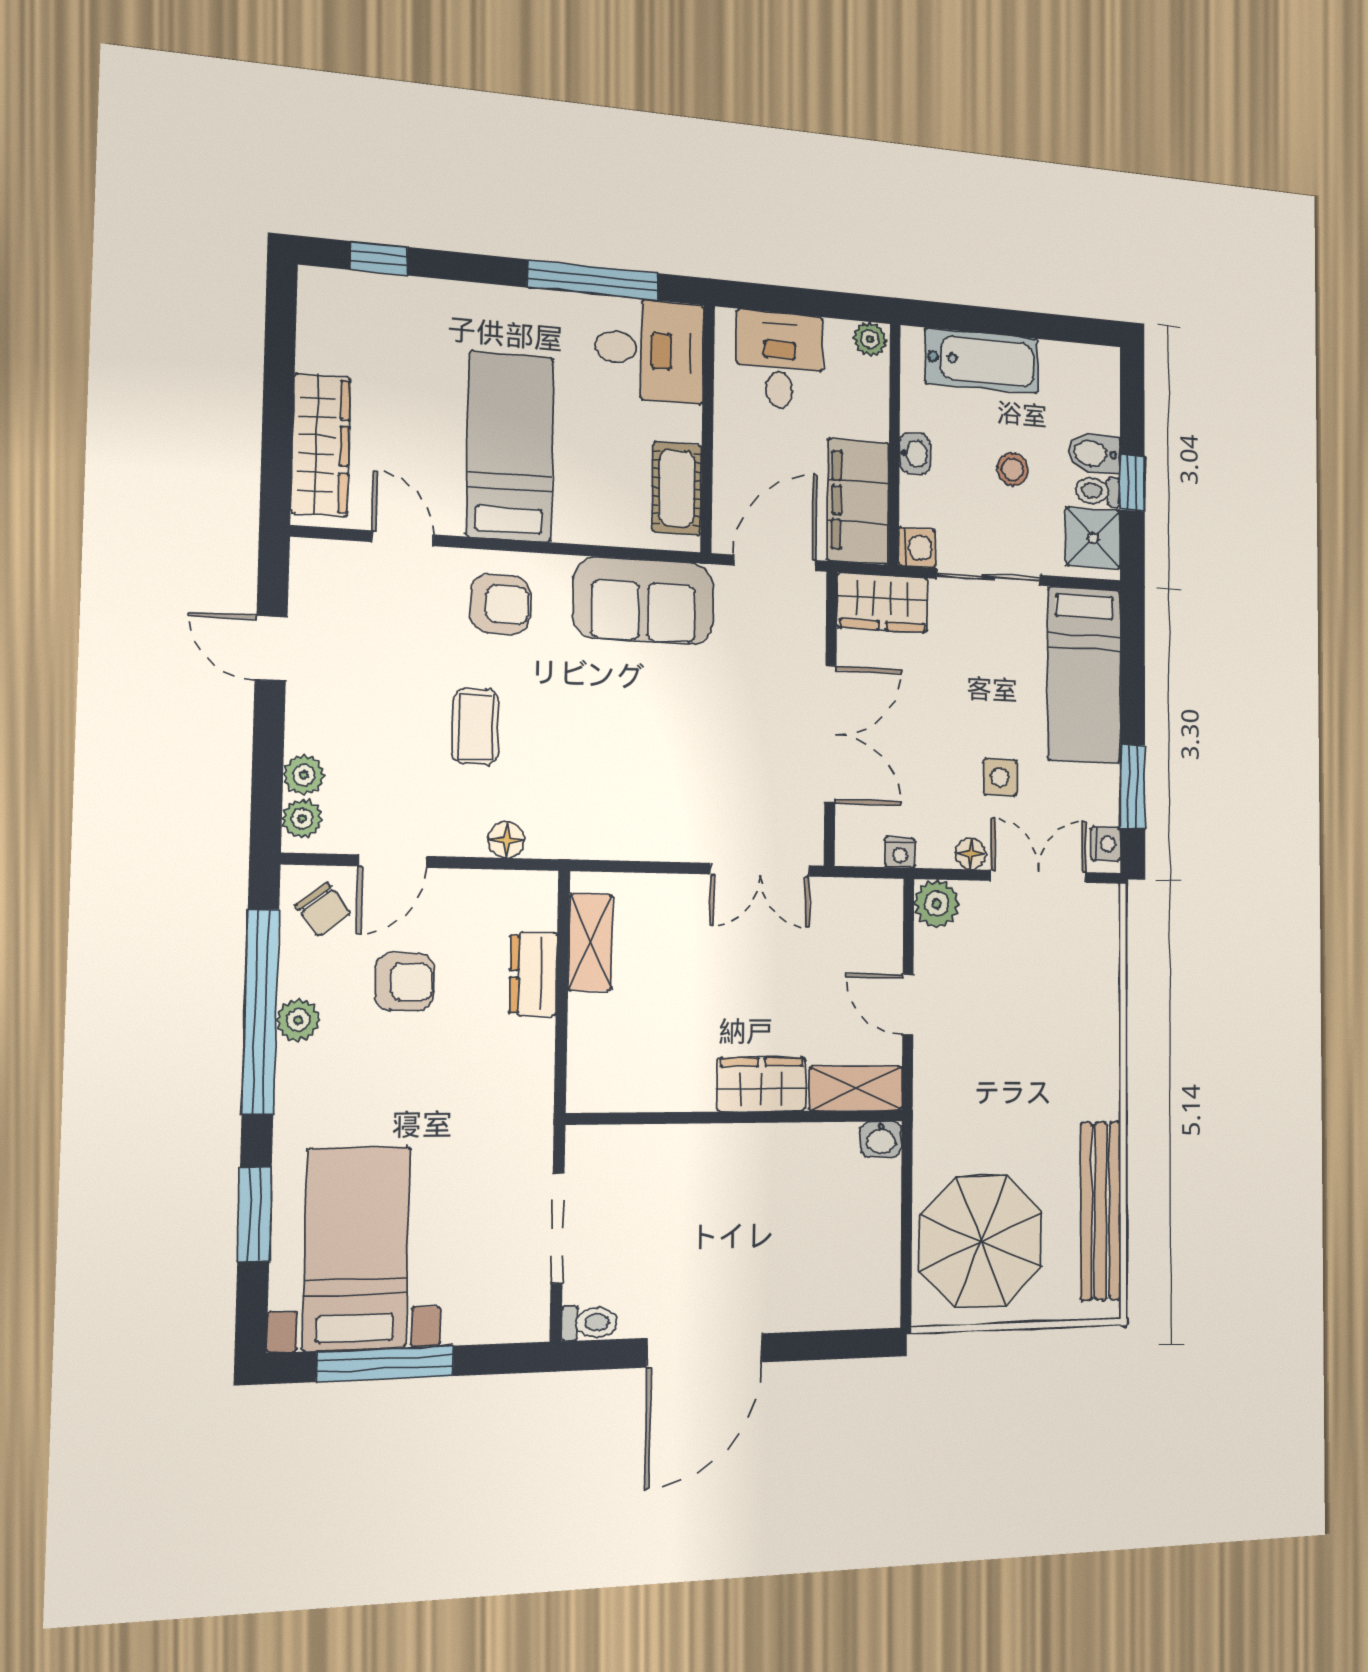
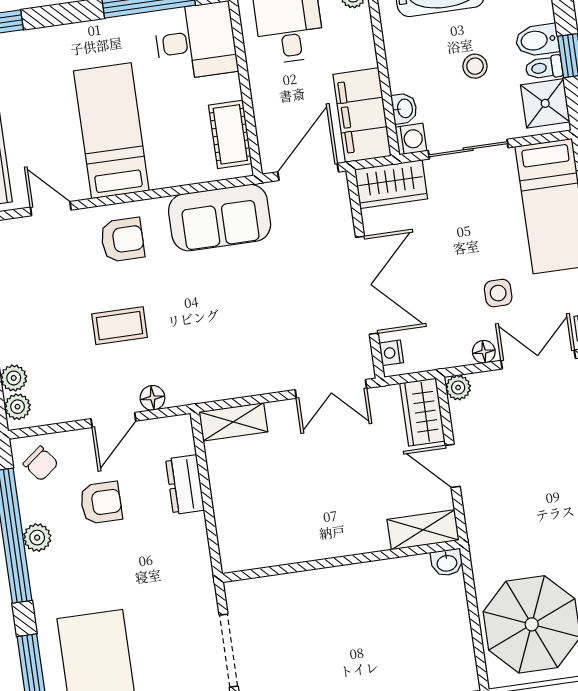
washbasin: (915, 454) -> (404, 108), moved
coffee table: (476, 727) -> (120, 326), turned 90
nightstand: (900, 853) -> (391, 353), moved, turned 90
door: (392, 861) -> (113, 420), moved
plant: (937, 904) -> (458, 388), width x0.73, depth x0.73
shelving: (590, 942) -> (233, 422), moved, turned 90
wardrobe: (762, 1085) -> (422, 412), moved, turned -90

